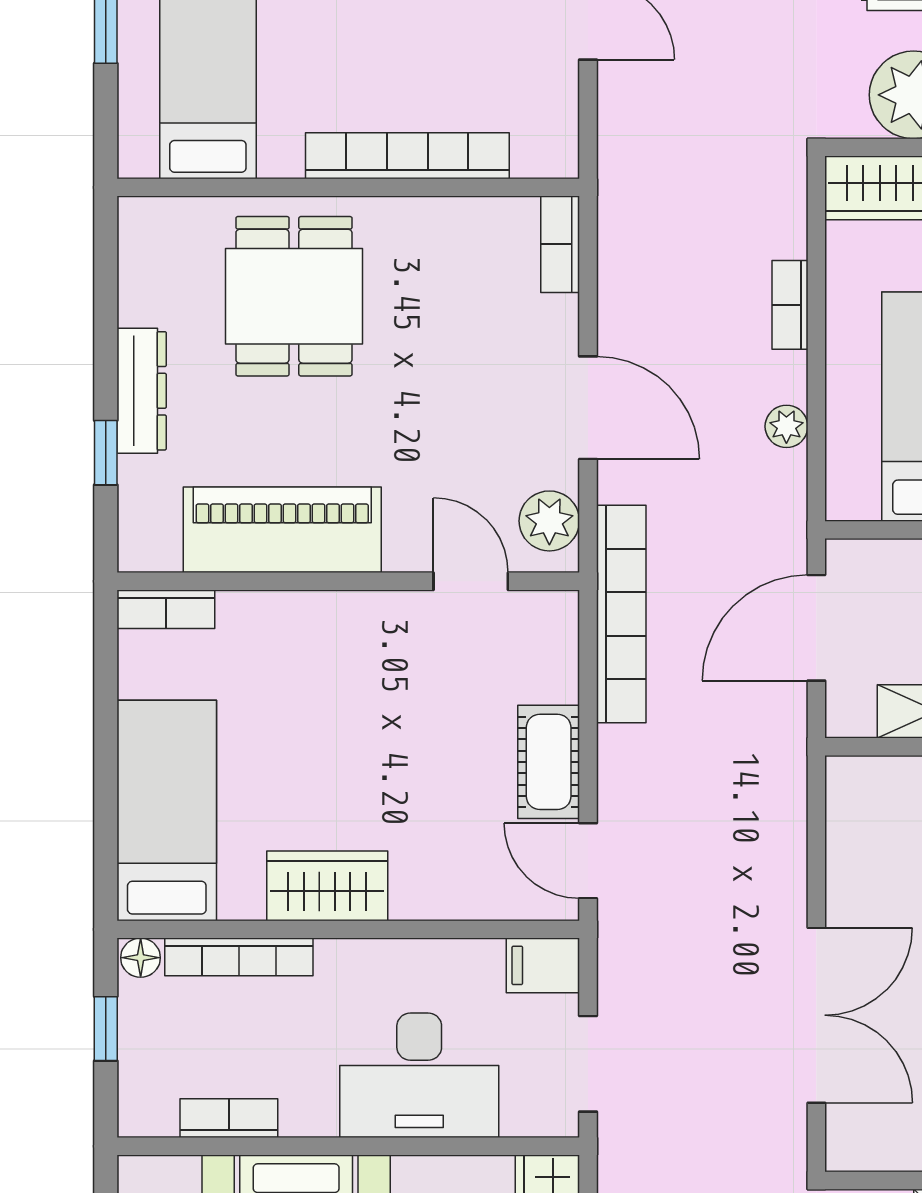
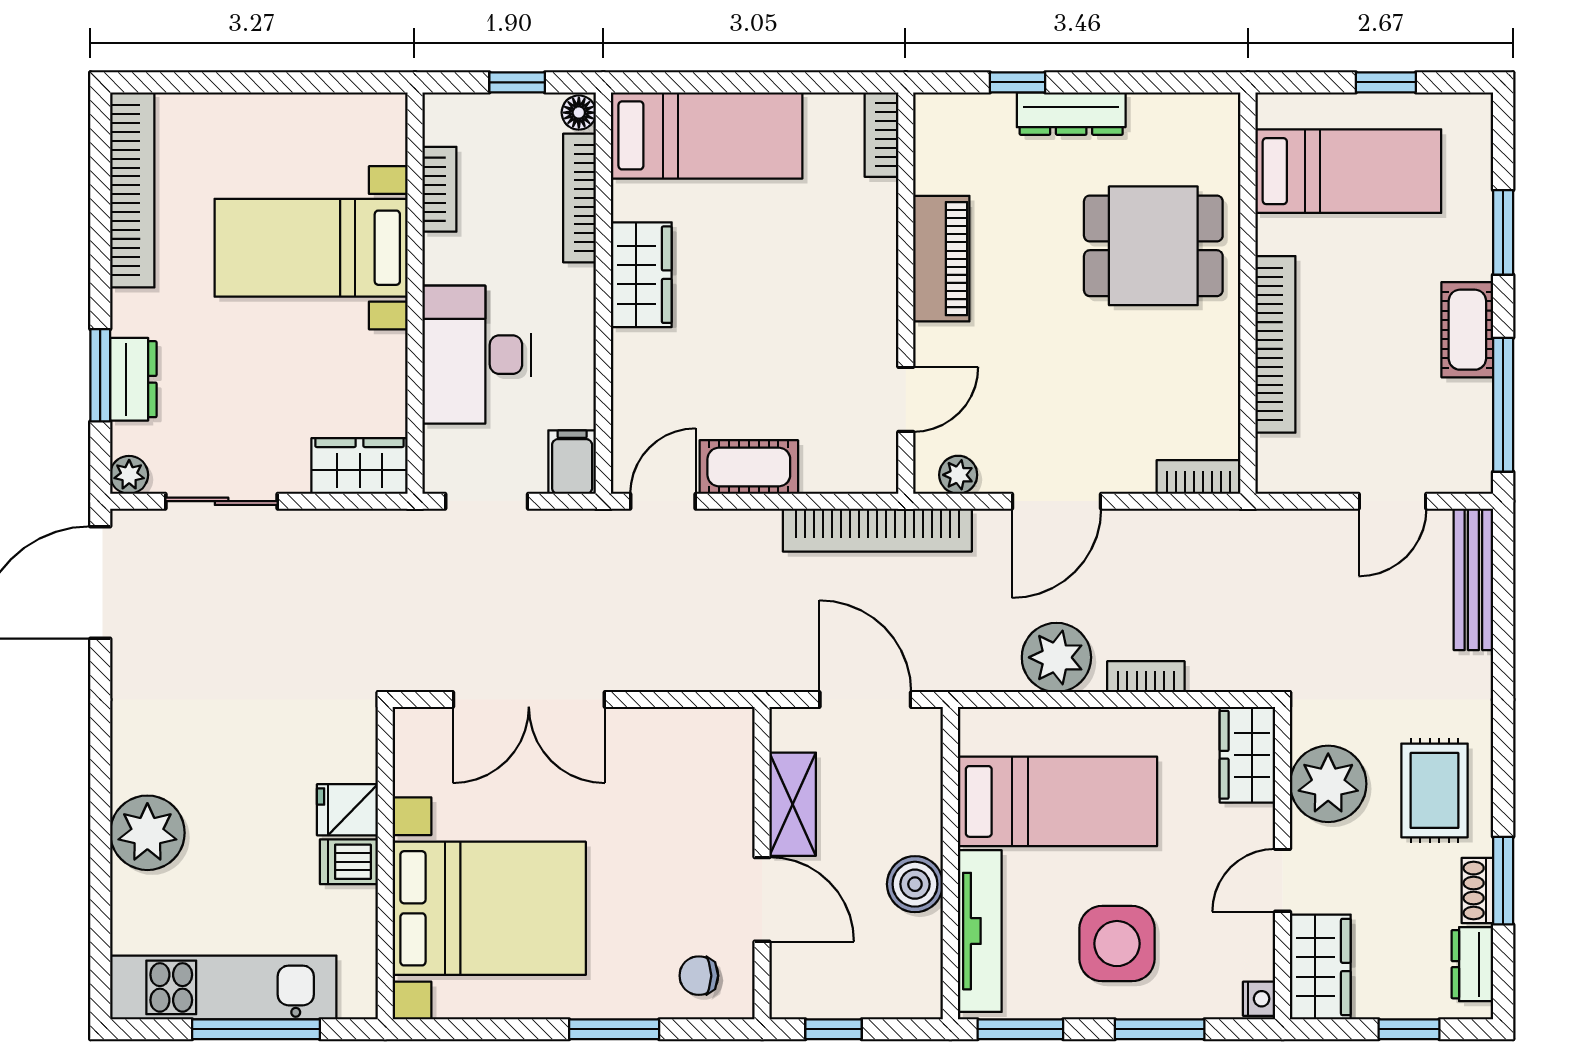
plant: (786, 426) -> (1056, 657), width x1.87, depth x1.87
plant: (549, 521) -> (958, 475), width x0.73, depth x0.73
piano: (282, 530) -> (941, 259), width x0.73, depth x0.75

